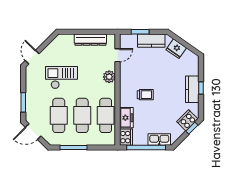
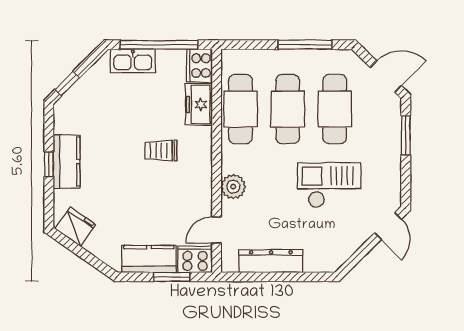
fridge: (176, 49) -> (75, 227), moved
checkout: (61, 78) -> (329, 185), turned 180
cooker: (187, 120) -> (195, 259), moved, turned -135

